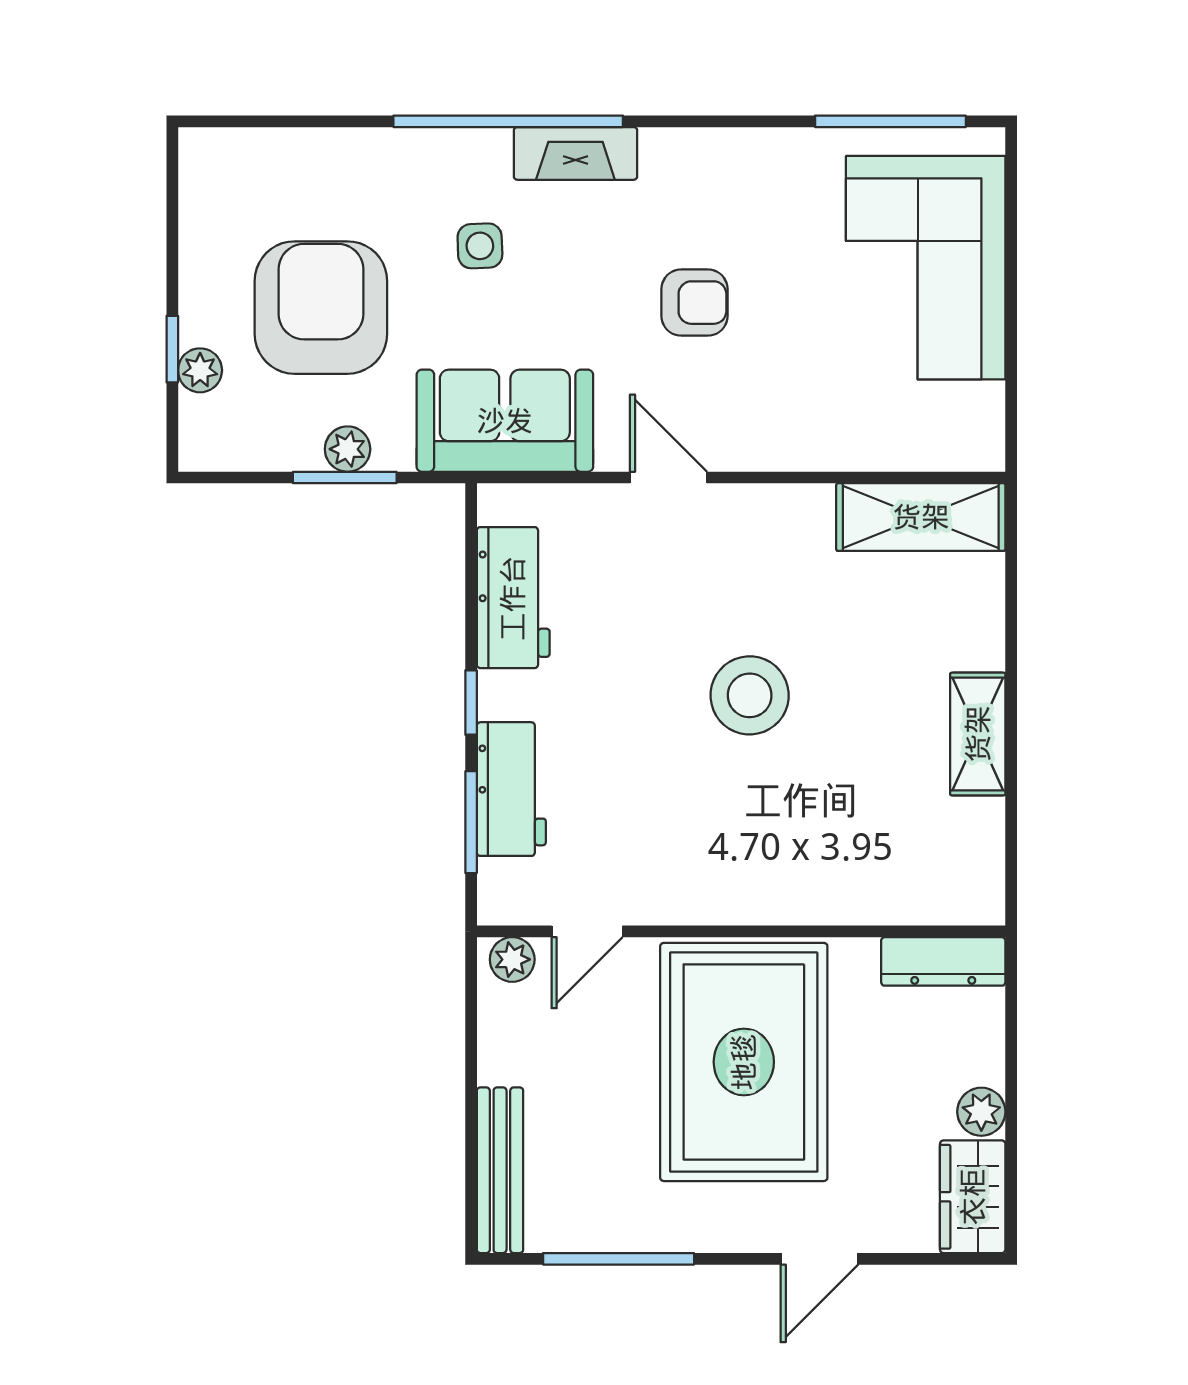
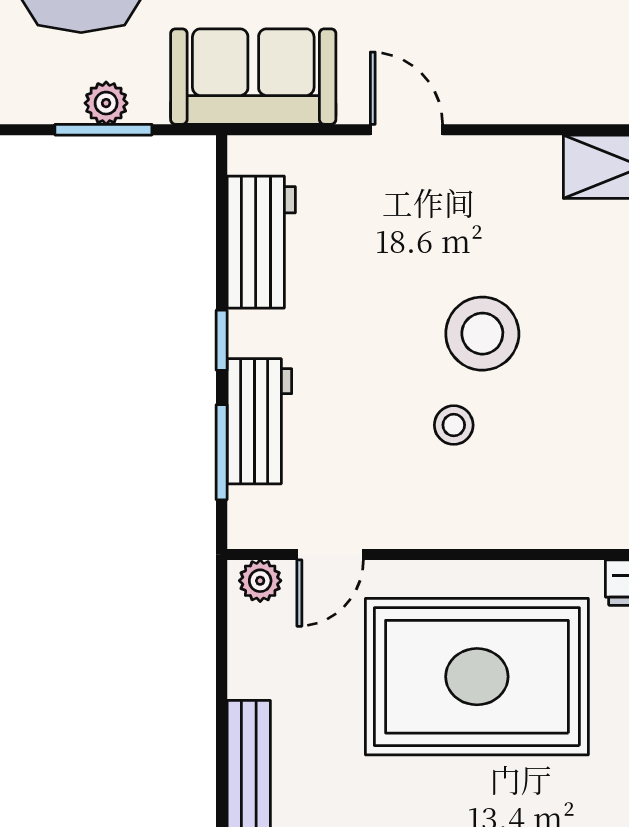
stool: (719, 793) -> (454, 425), added
rug: (744, 1062) -> (477, 677), turned 90

